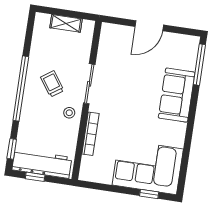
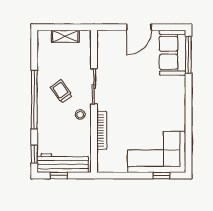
sofa: (177, 95) -> (172, 53), moved

